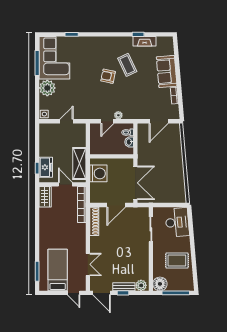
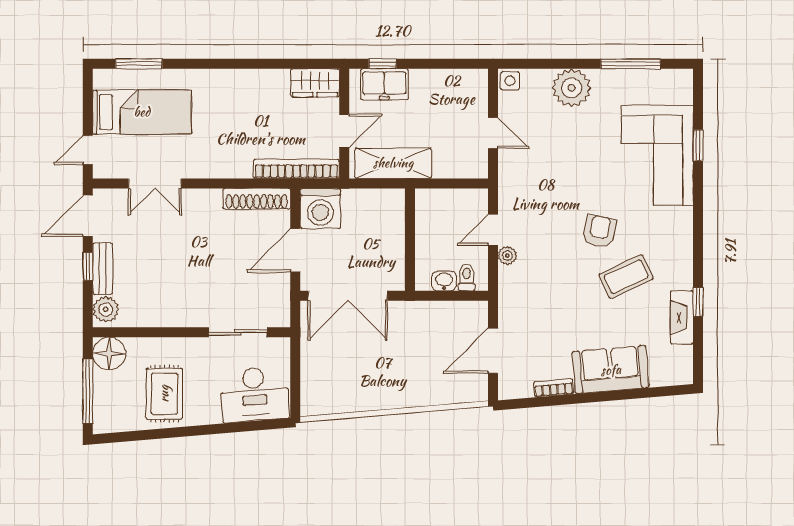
corner sofa: (54, 58) -> (657, 155), moved, turned 90
door: (107, 121) -> (493, 230), hinge flipped
door: (159, 121) -> (493, 351), hinge flipped
washing machine: (98, 173) -> (320, 208), moved
door: (116, 205) -> (295, 250), hinge flipped

